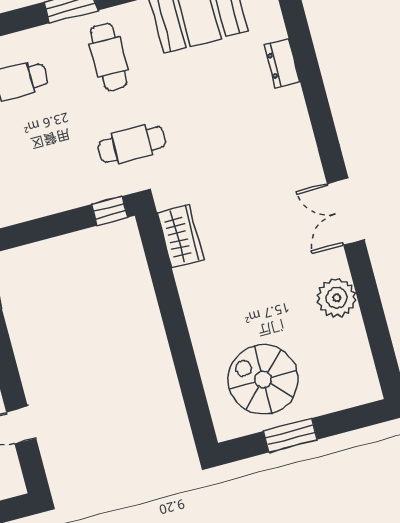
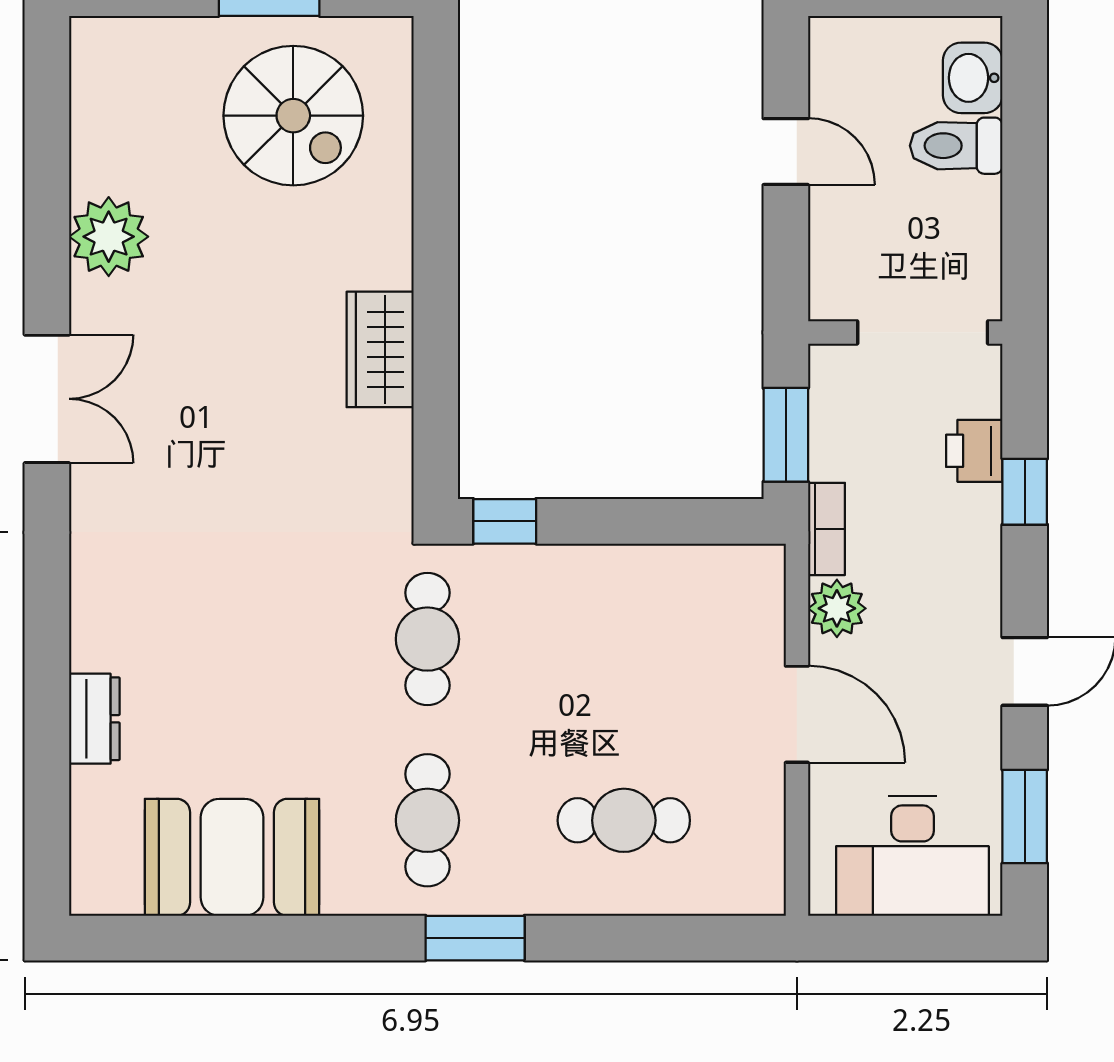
cafe table: (132, 144) -> (427, 639), turned 90
wardrobe: (180, 236) -> (380, 349), moved

